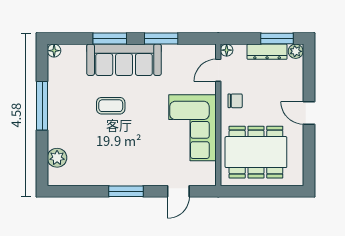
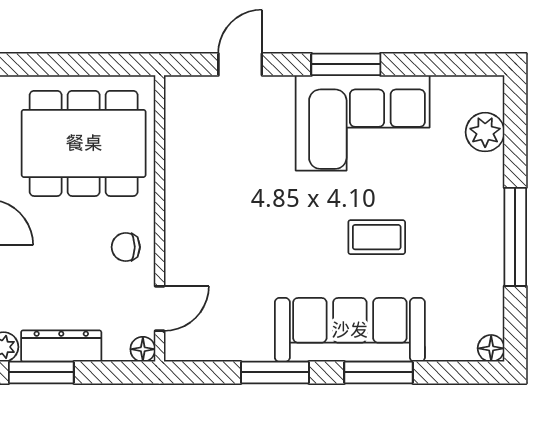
corner sofa: (192, 128) -> (363, 123), moved, turned 90

